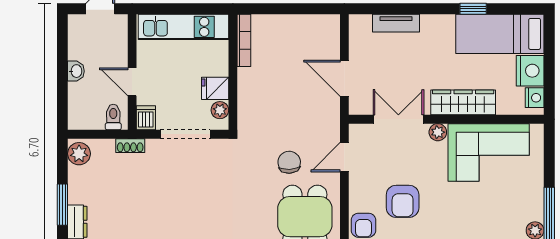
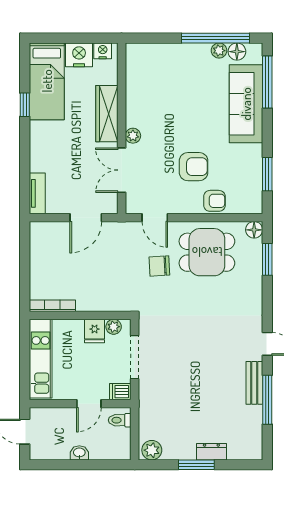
tv unit: (396, 23) -> (37, 193), moved
shoe rack: (130, 146) -> (145, 405), removed
corner sofa: (489, 152) -> (151, 91), removed

